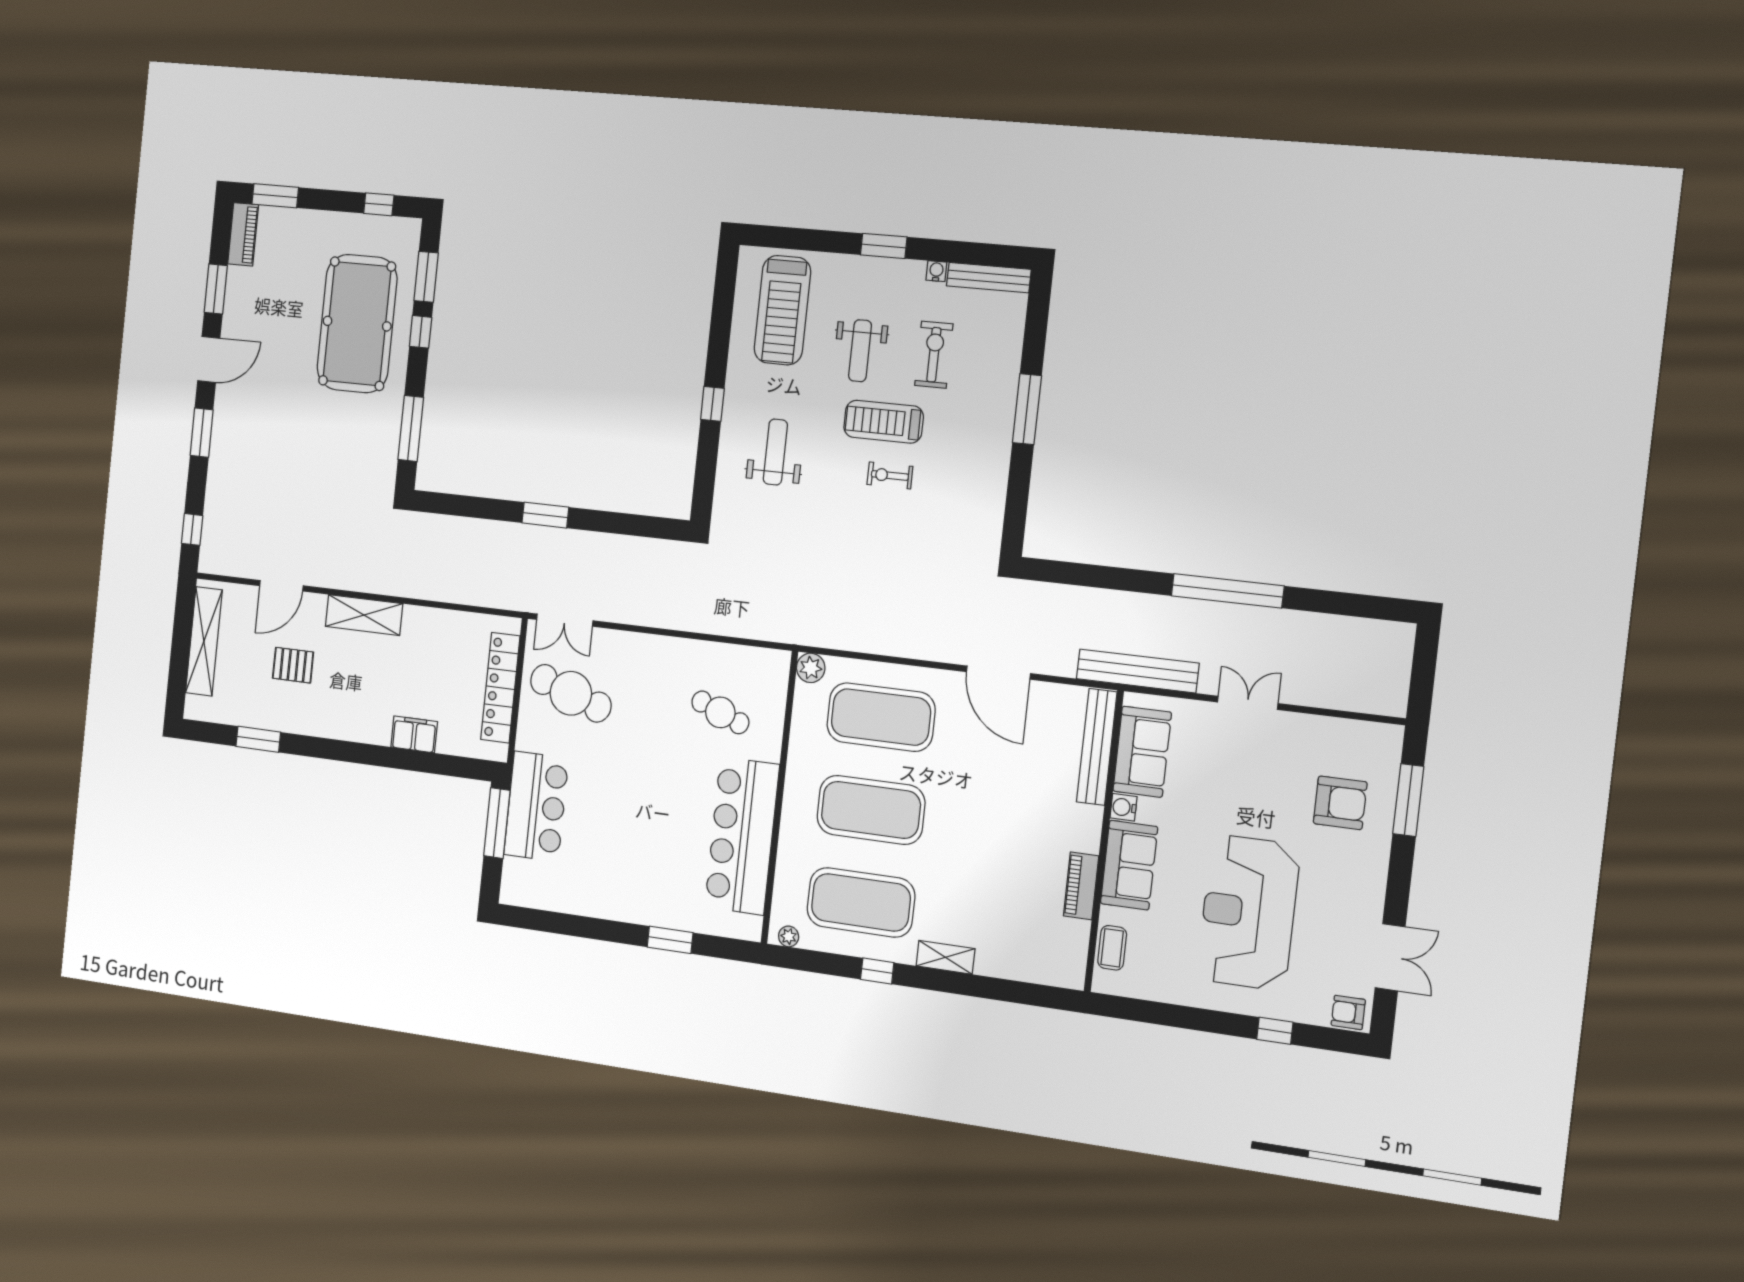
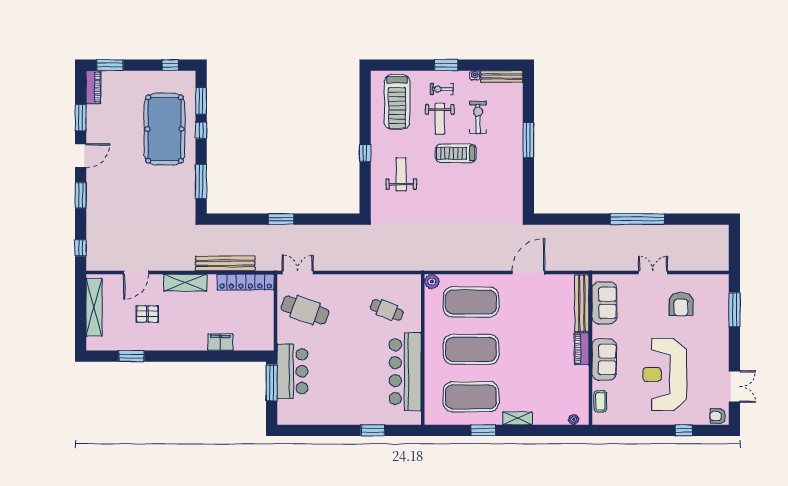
exercise bike: (890, 475) -> (442, 89), moved
double door: (565, 620) -> (298, 272), swing flipped
bench: (1138, 671) -> (225, 263), moved
door: (998, 673) -> (528, 272), swing flipped
locker: (500, 688) -> (246, 282), moved, turned -90
armchair: (1340, 803) -> (681, 304), moved, turned 90
water cooler: (1124, 807) -> (598, 331), removed
piano: (1081, 886) -> (582, 349), moved
plant: (789, 936) -> (574, 419), moved
window: (877, 971) -> (483, 430), width x1.50

